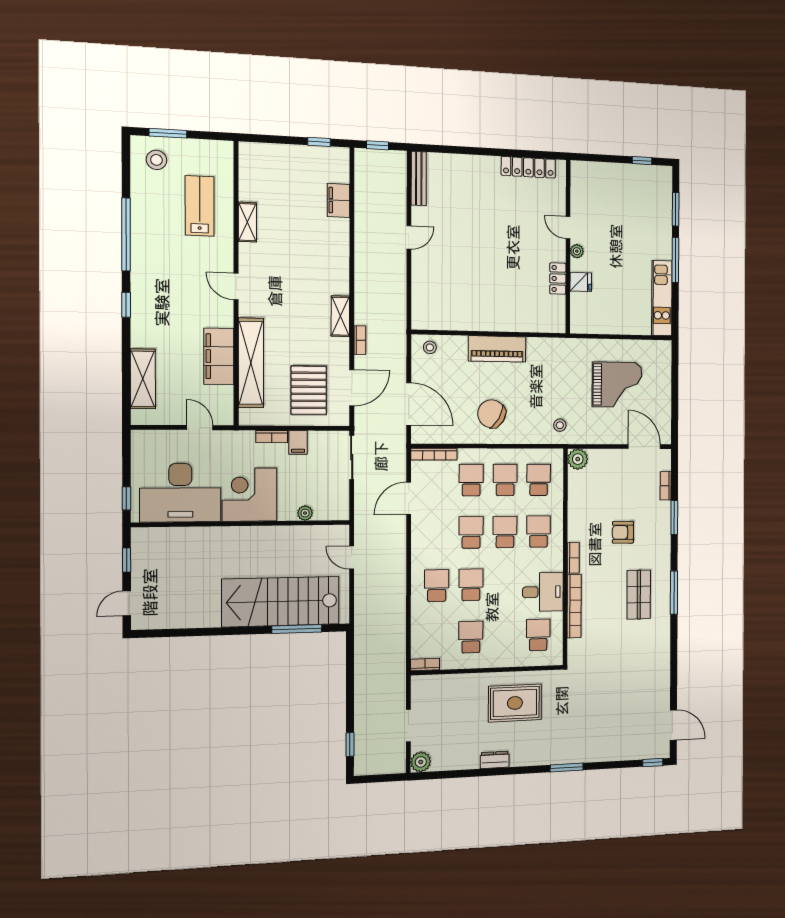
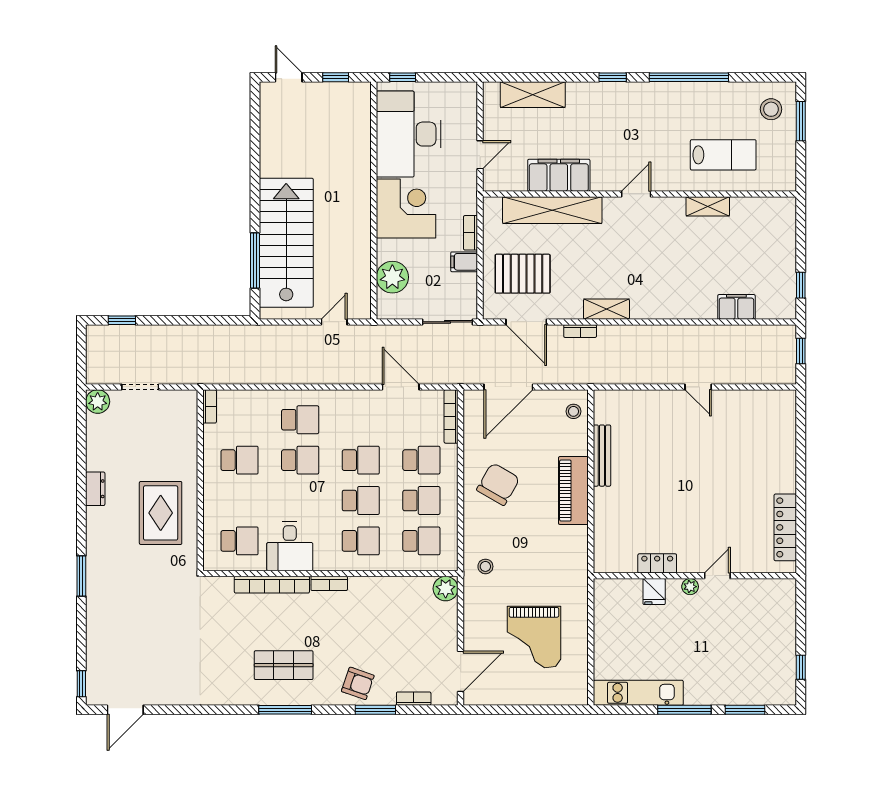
bench: (419, 179) -> (602, 456), moved, turned 90
plant: (305, 513) -> (392, 277), width x1.88, depth x1.88
armchair: (623, 532) -> (358, 683), moved, turned 109

